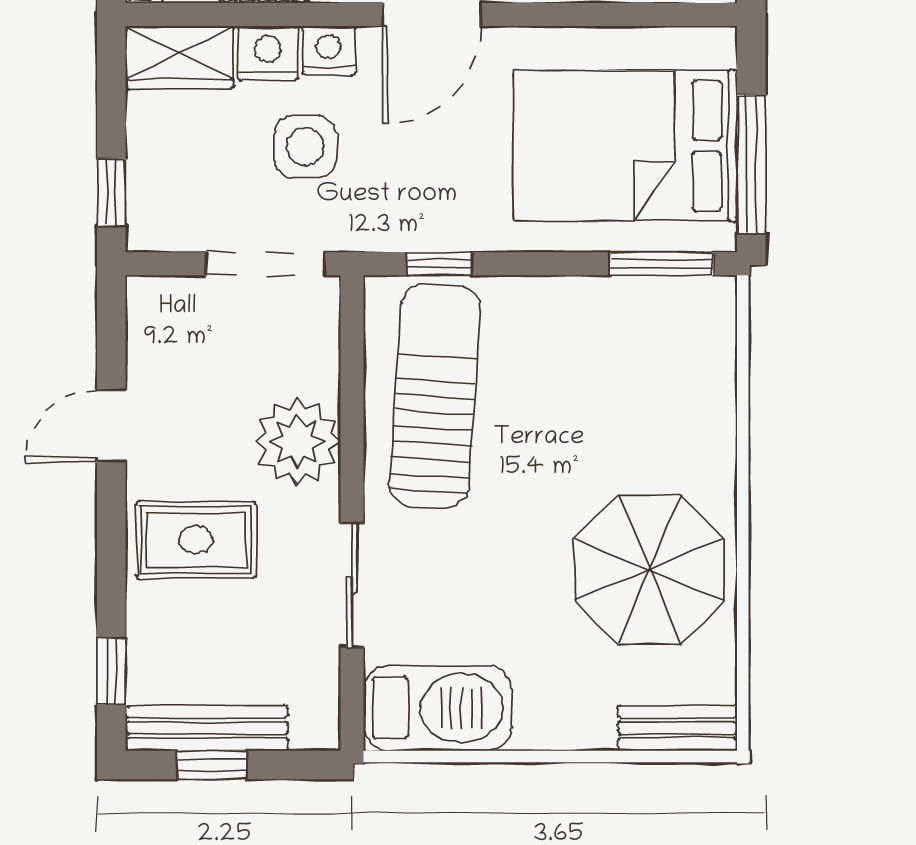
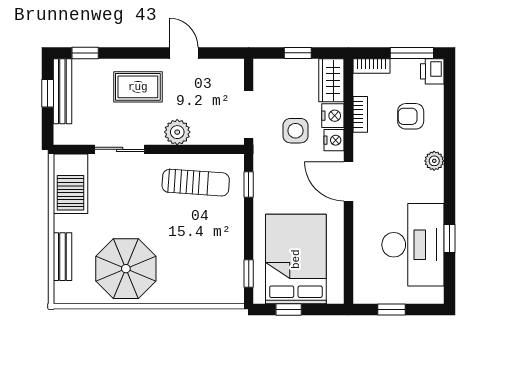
window: (751, 164) -> (289, 310), width x0.46
window: (111, 192) -> (298, 53), moved
window: (662, 264) -> (249, 274), width x0.67
sun lounger: (435, 396) -> (196, 183), width x0.73, depth x0.75
plant: (297, 442) -> (177, 132), width x0.73, depth x0.73
rug: (196, 540) -> (138, 87), turned 90
bench: (677, 728) -> (62, 257), moved

